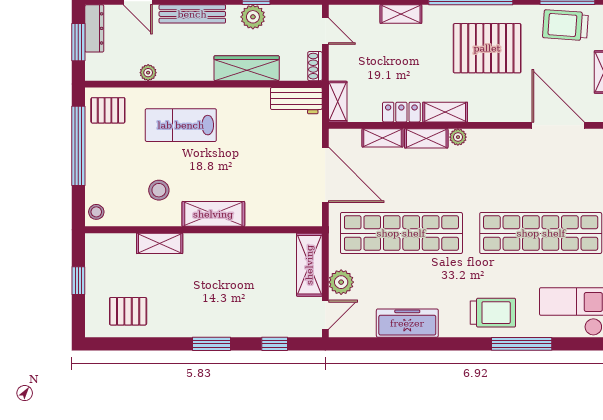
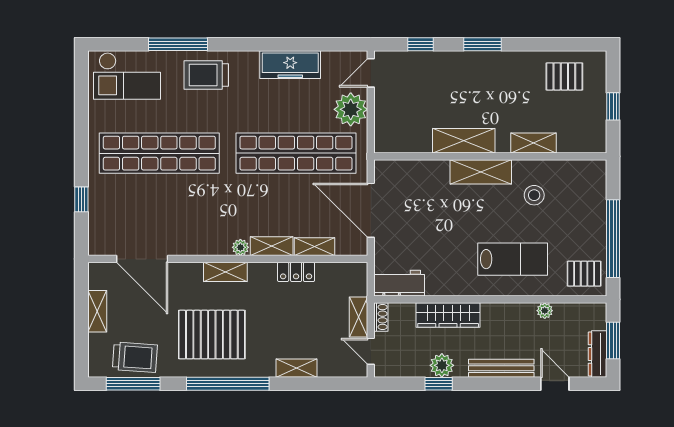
shelving: (338, 102) -> (358, 317), moved
shelving: (445, 112) -> (225, 272), moved
stool: (96, 212) -> (596, 174), removed
shelving: (309, 265) -> (464, 141), moved, turned 90
plant: (341, 282) -> (351, 109), width x1.36, depth x1.36

